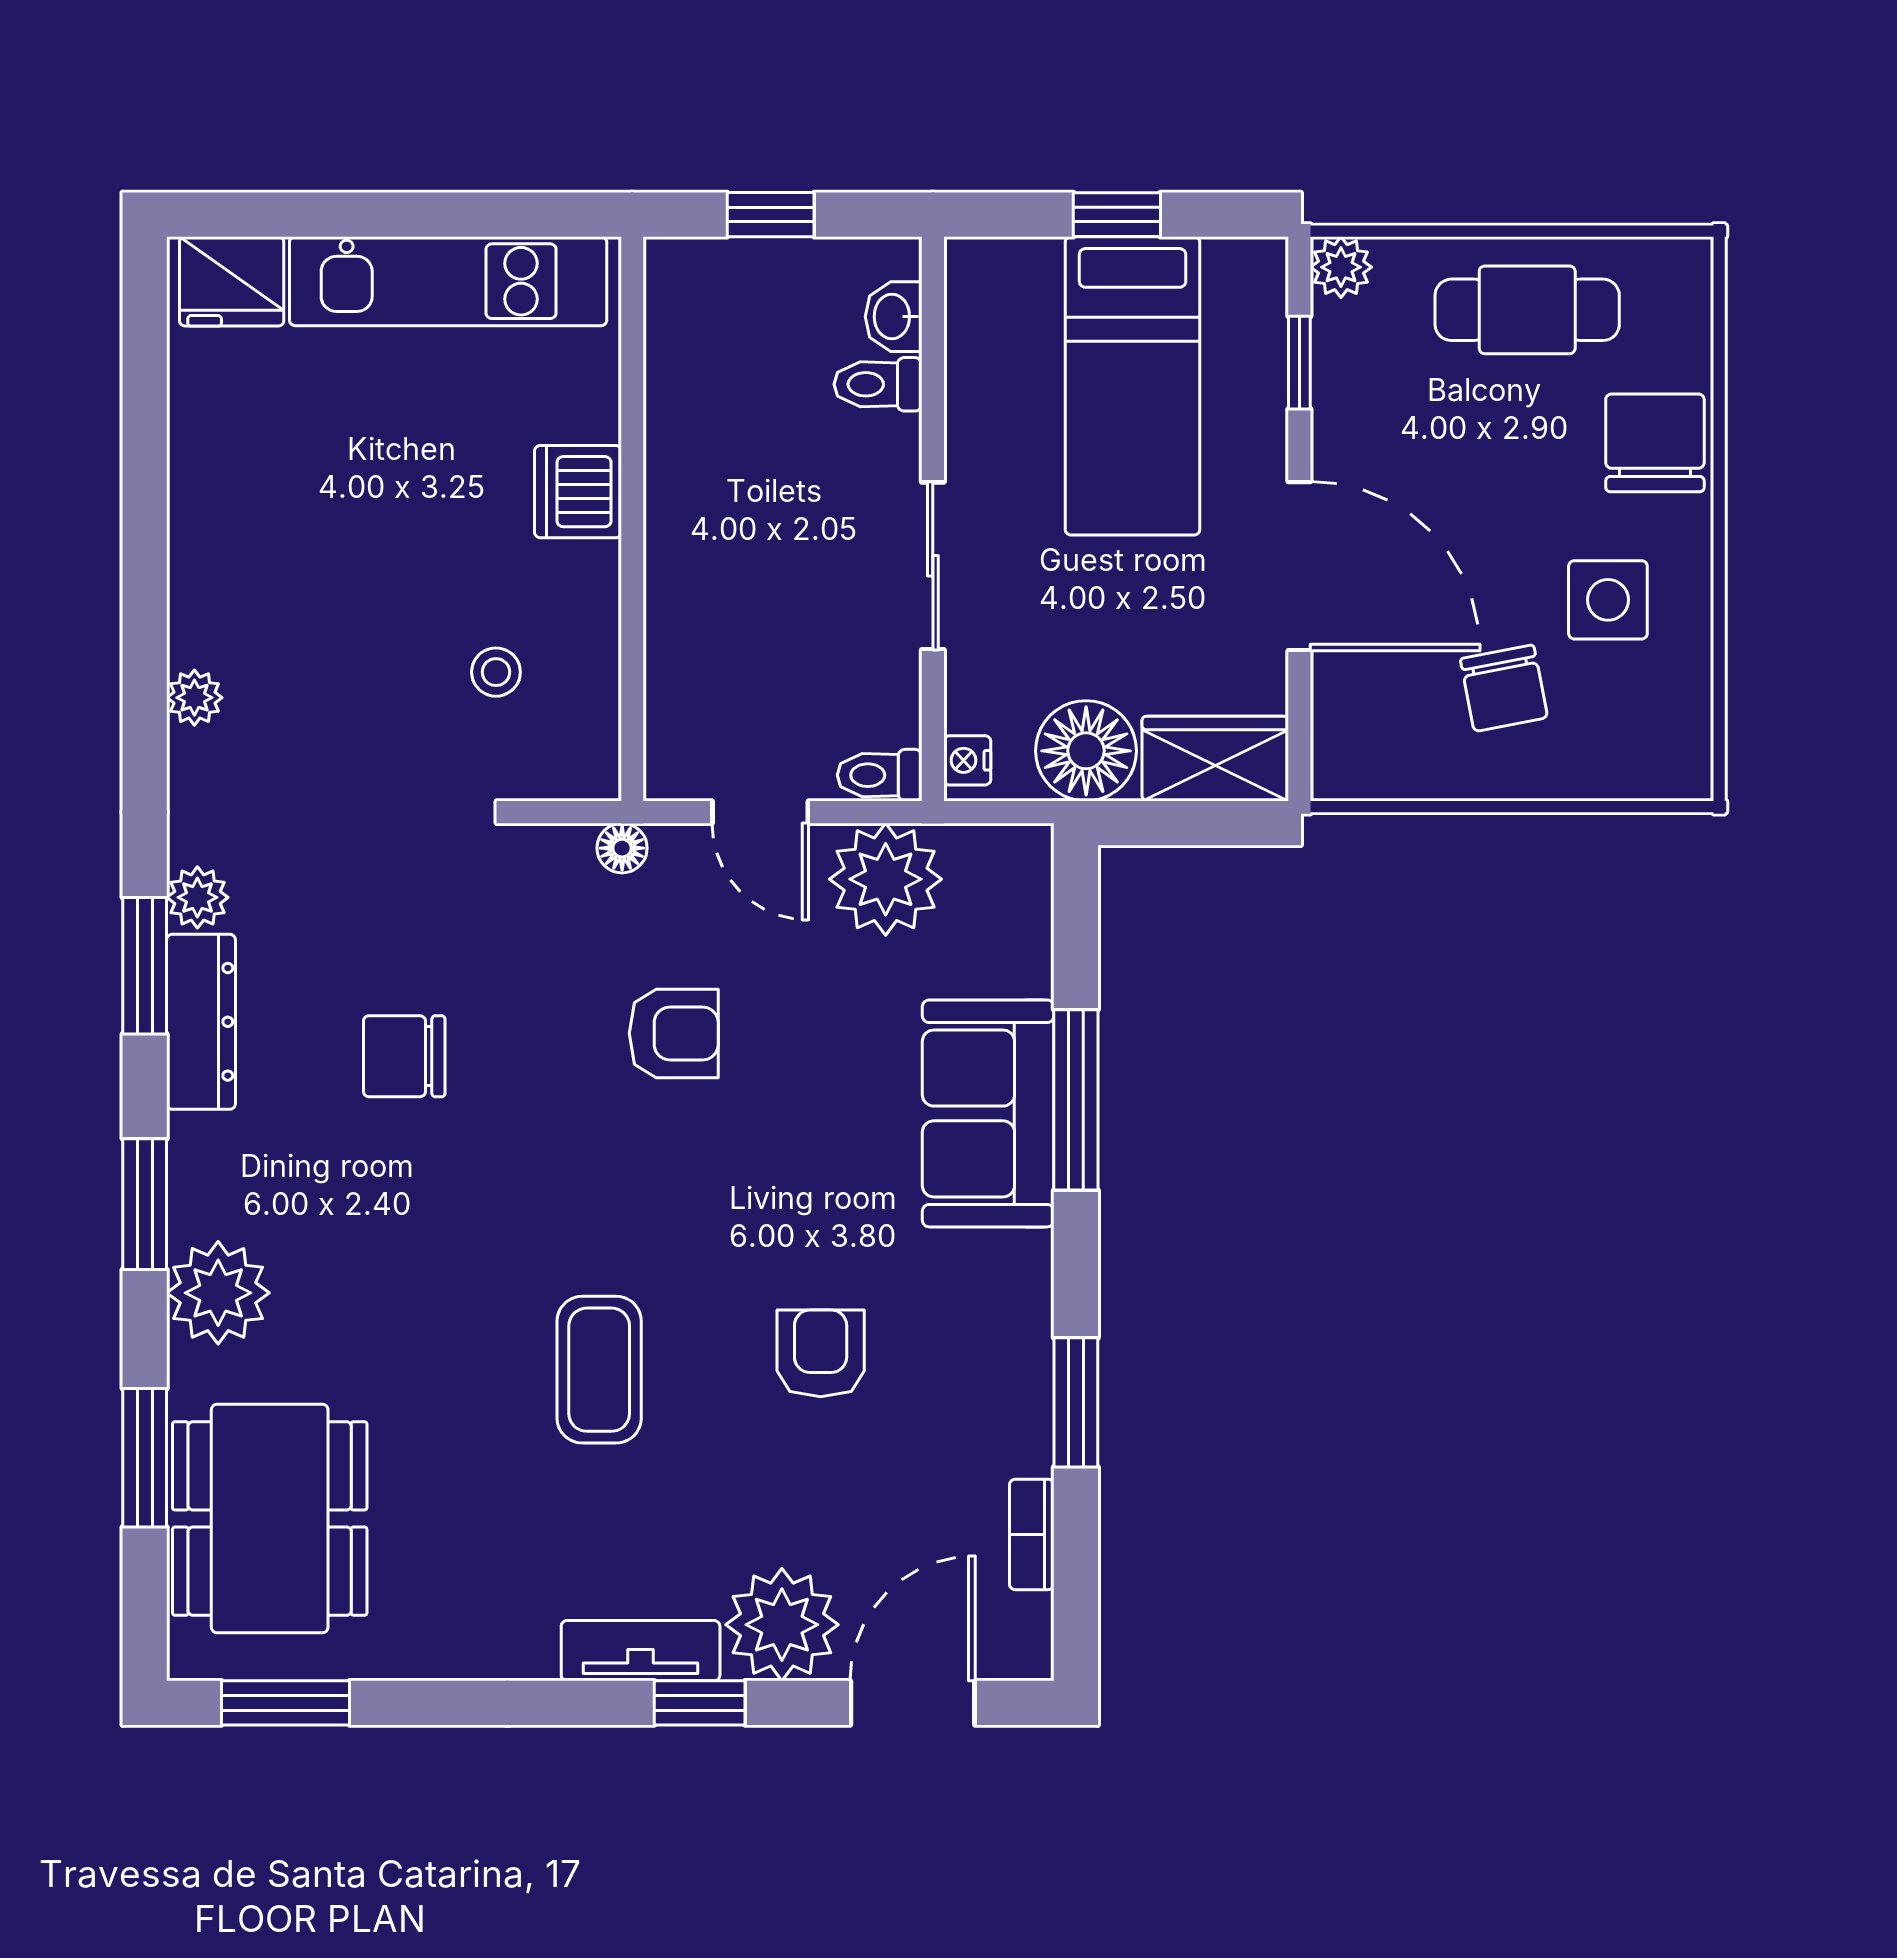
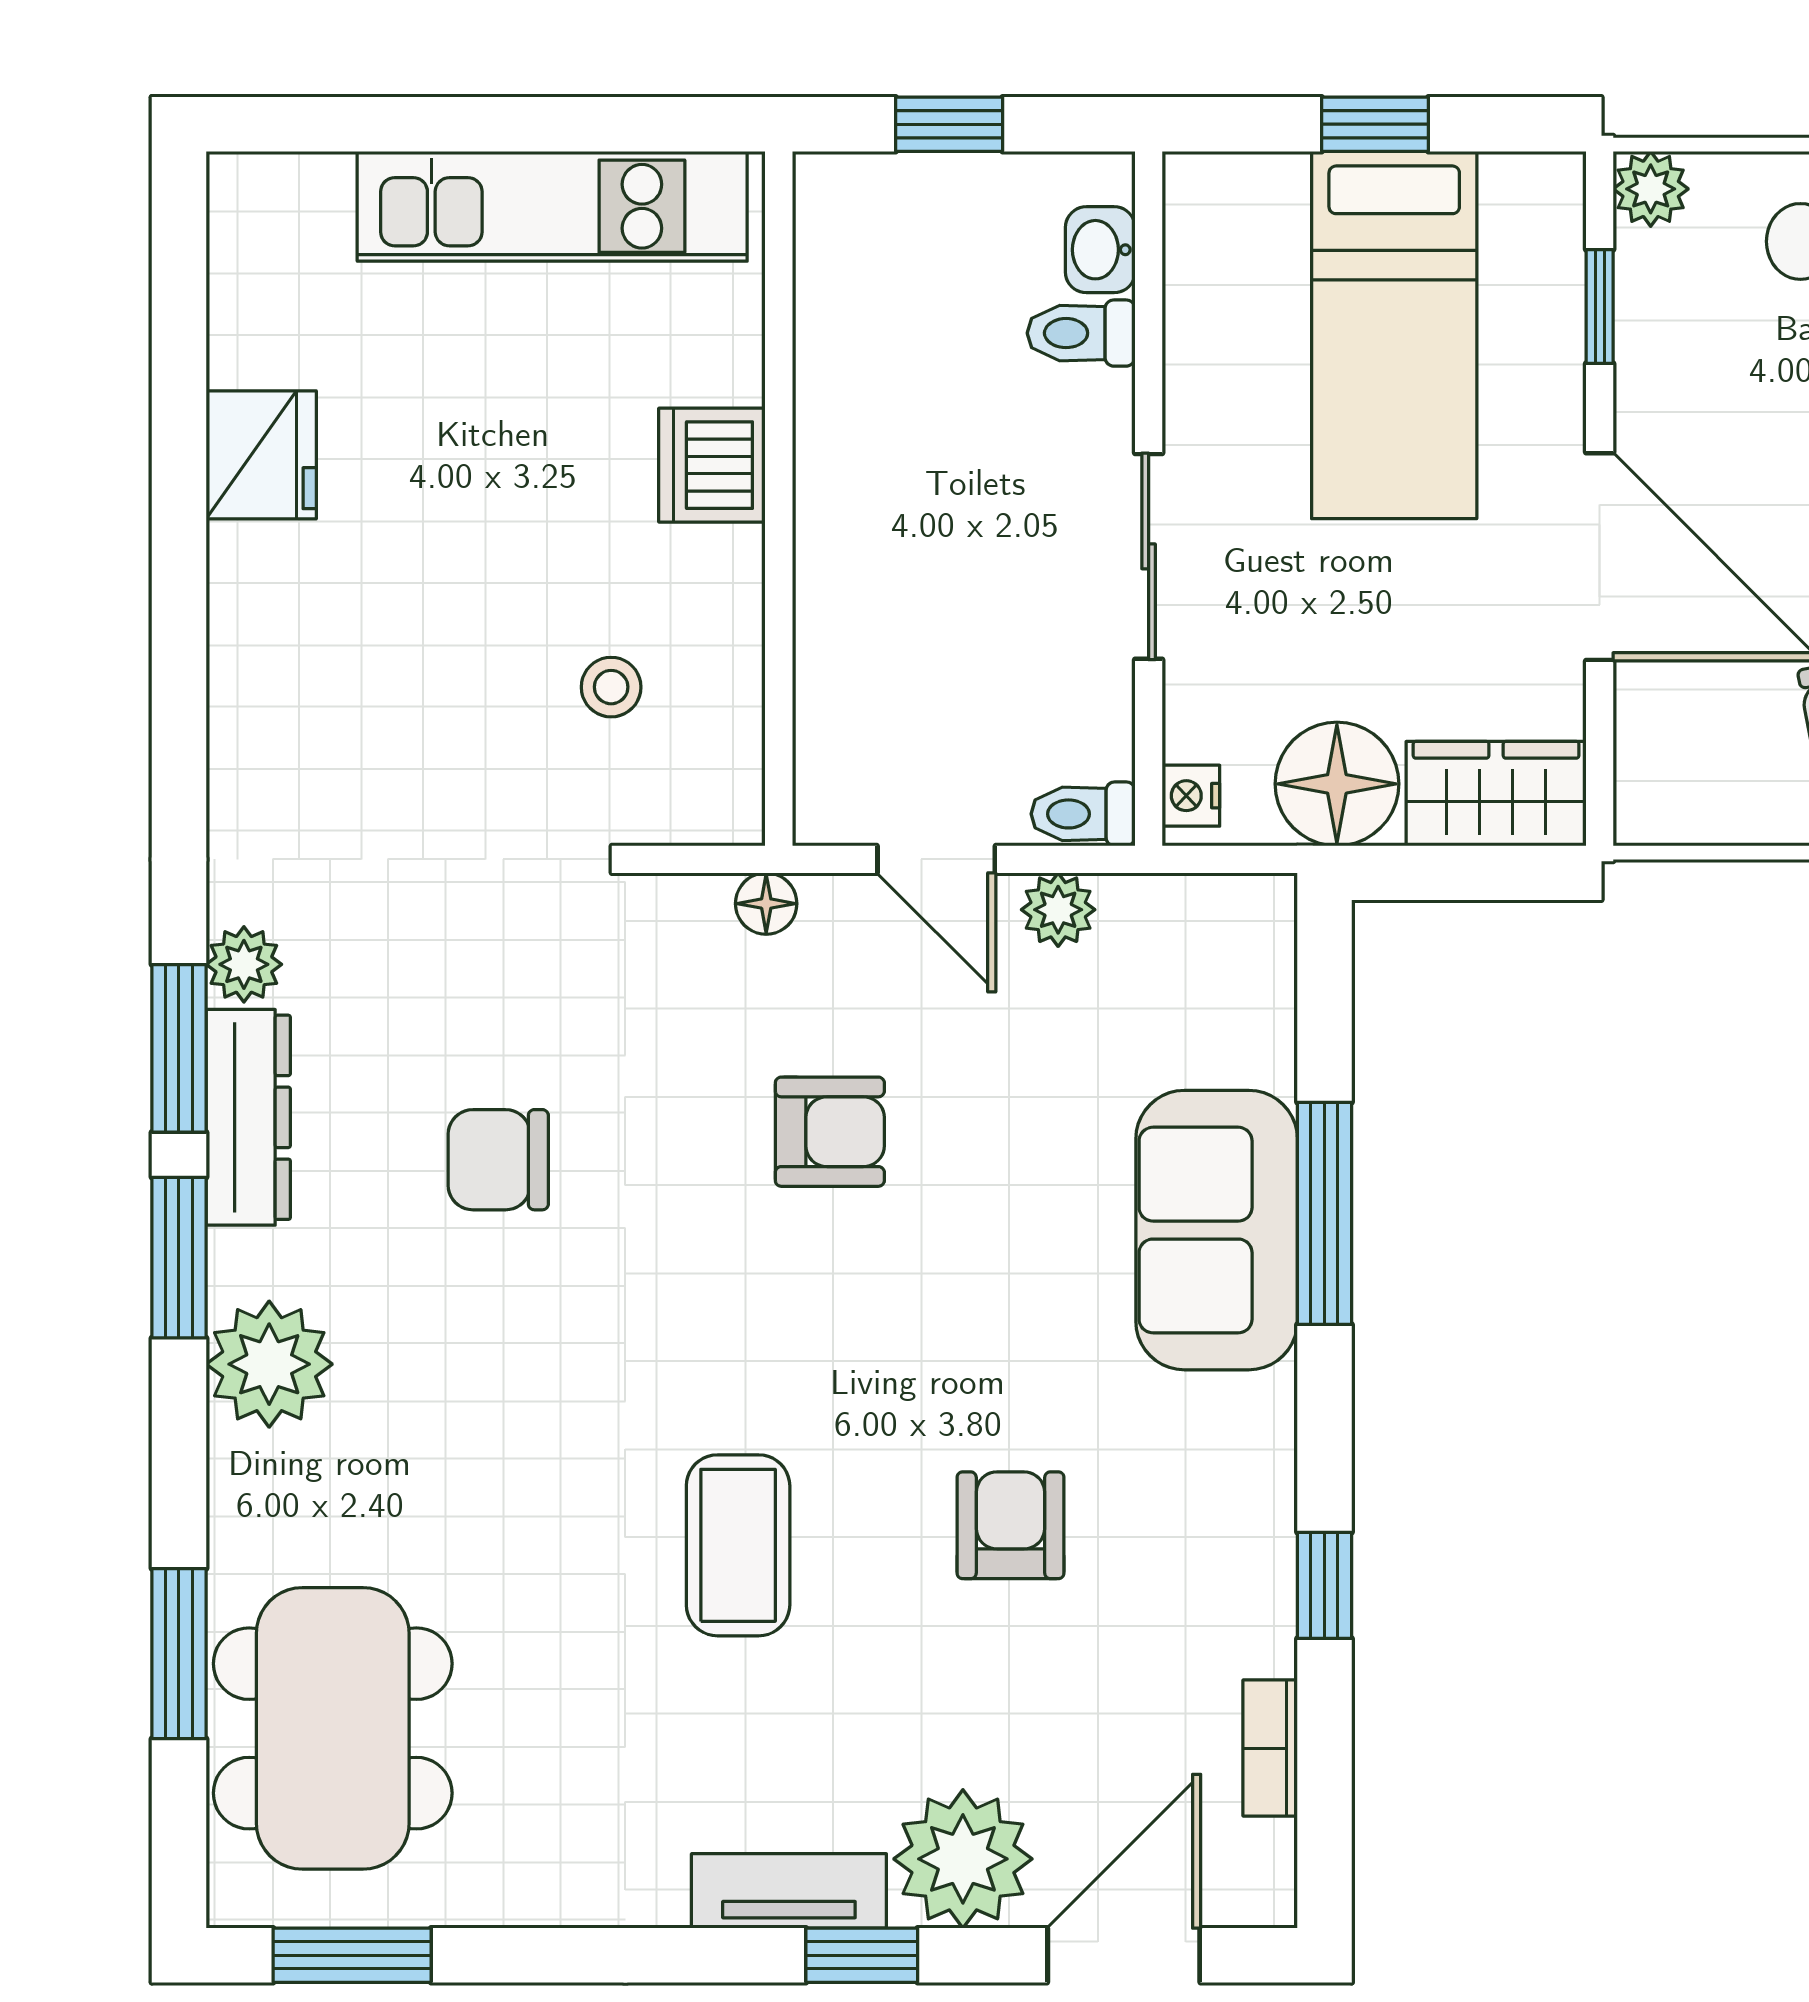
fridge: (232, 281) -> (261, 455), moved, turned -90
plant: (194, 698) -> (240, 718), removed
plant: (886, 879) -> (1058, 910), width x0.53, depth x0.53
window: (145, 1204) -> (179, 1258), moved
plant: (218, 1293) -> (269, 1364), moved
window: (1076, 1402) -> (1324, 1585), width x0.67

